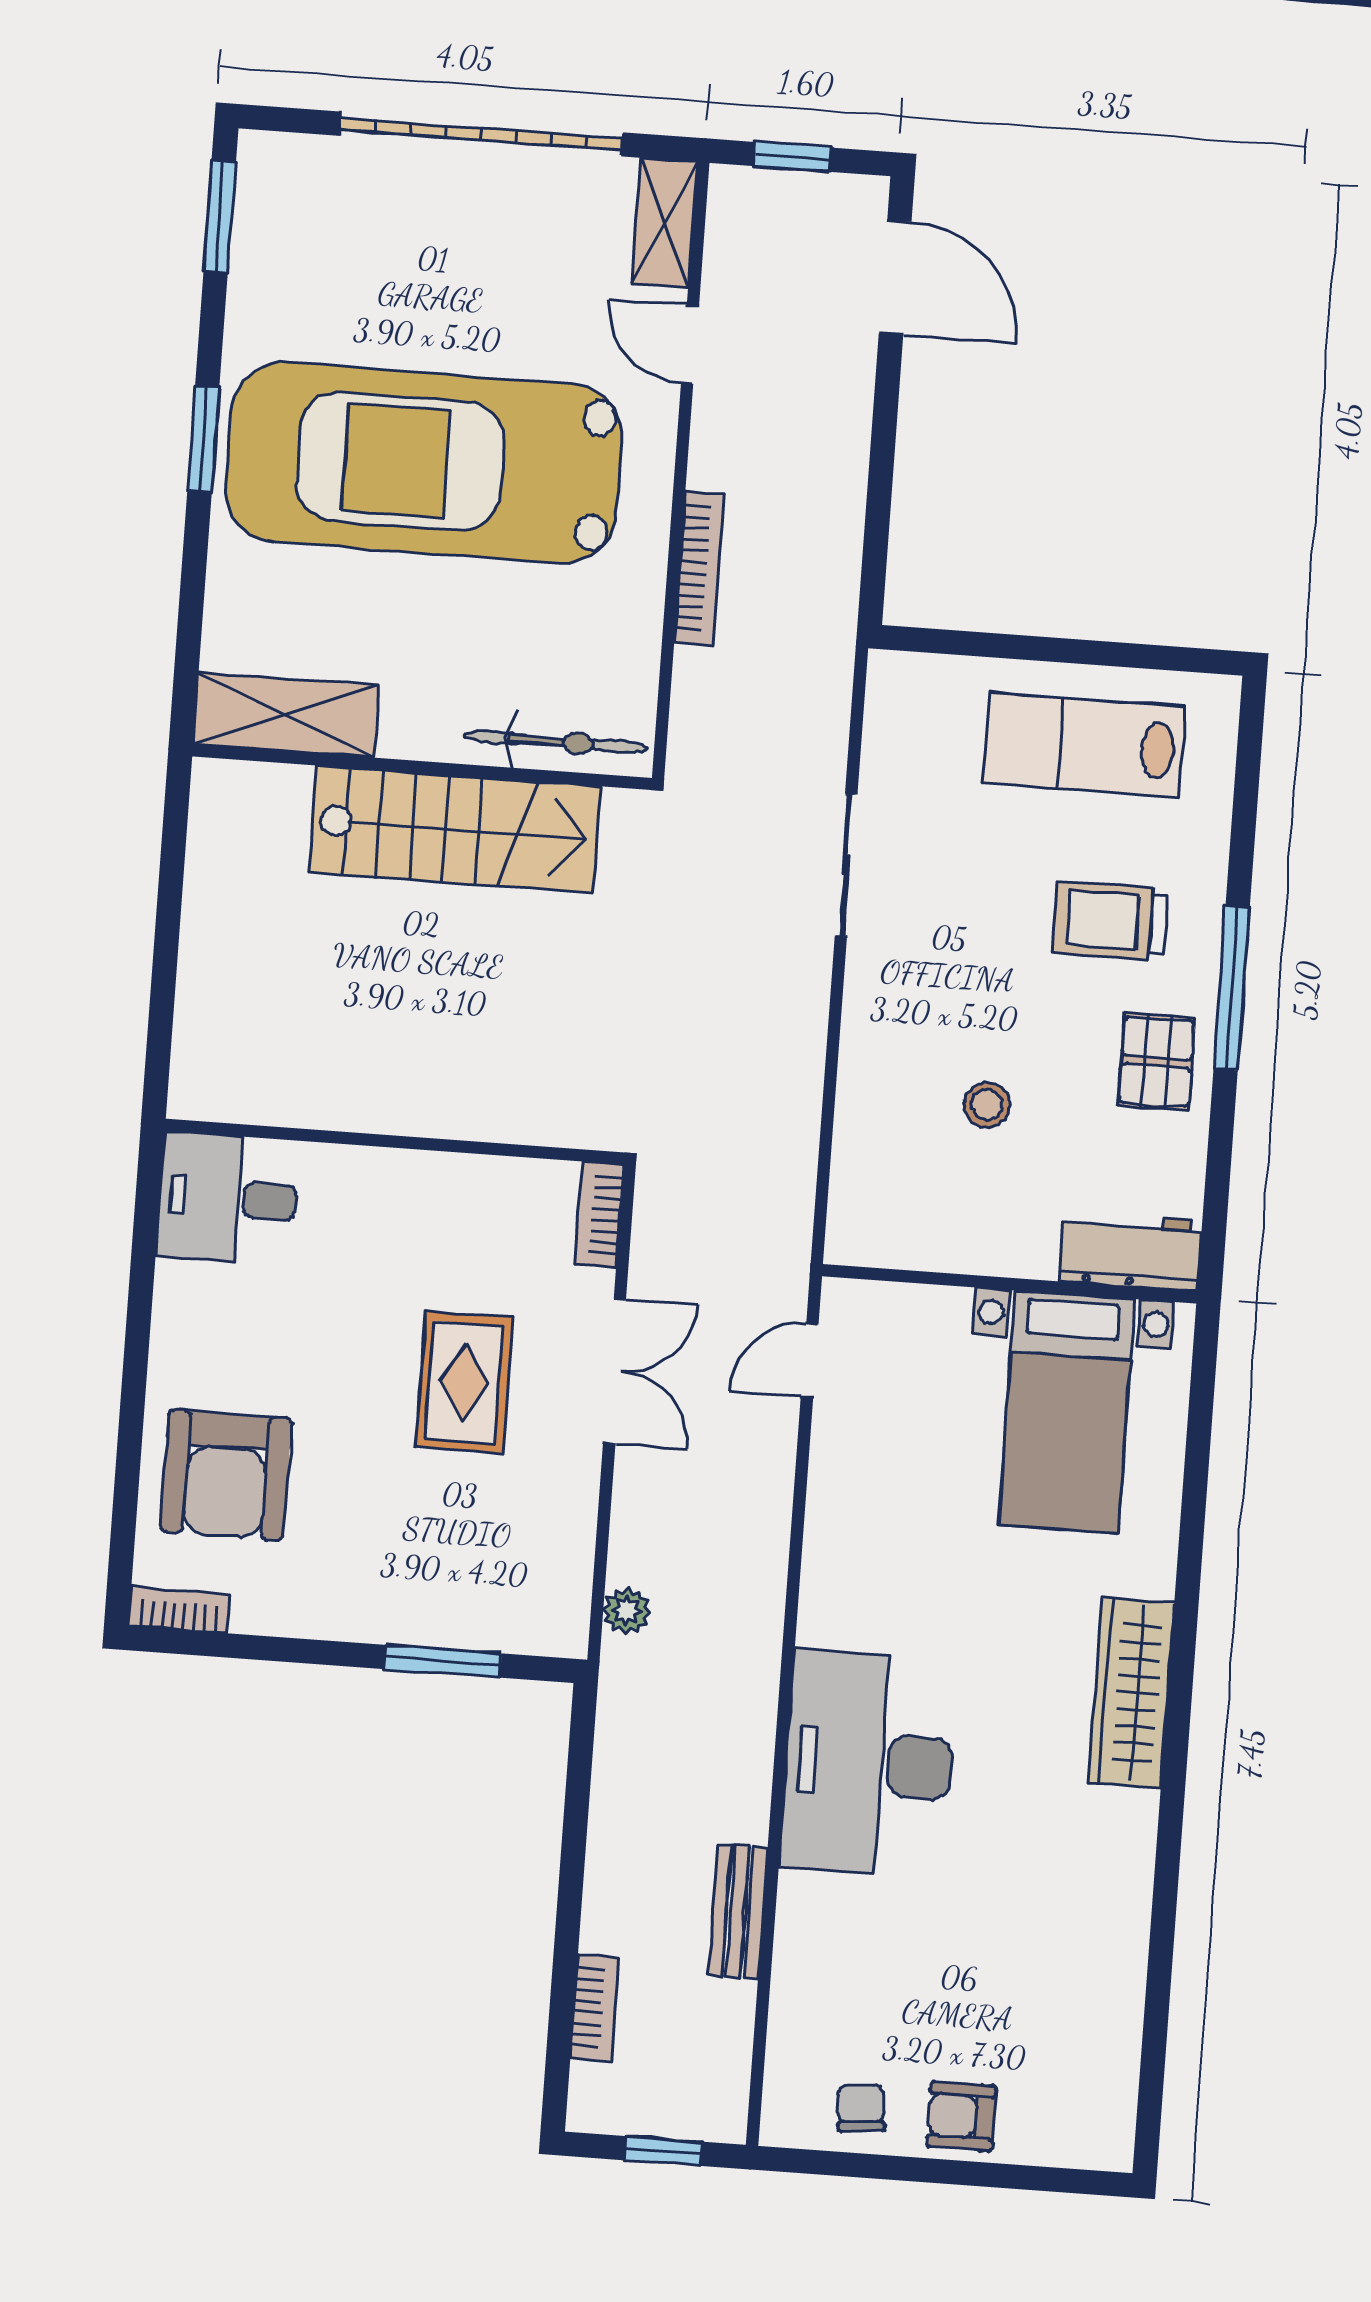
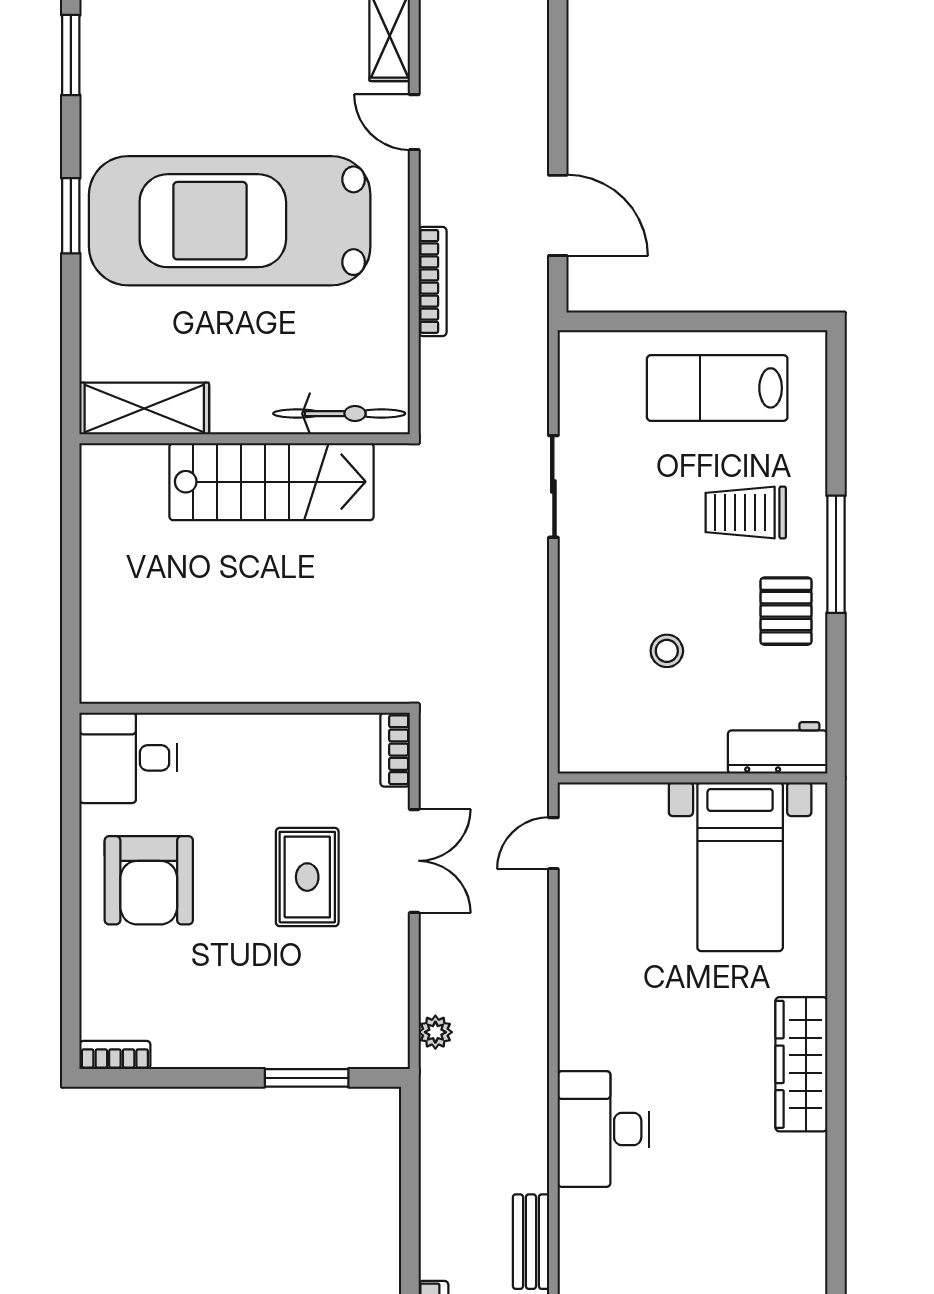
door: (895, 278) -> (558, 215), moved
armchair: (226, 1475) -> (149, 880), moved
desk: (869, 1764) -> (603, 1129), width x0.73, depth x0.77

